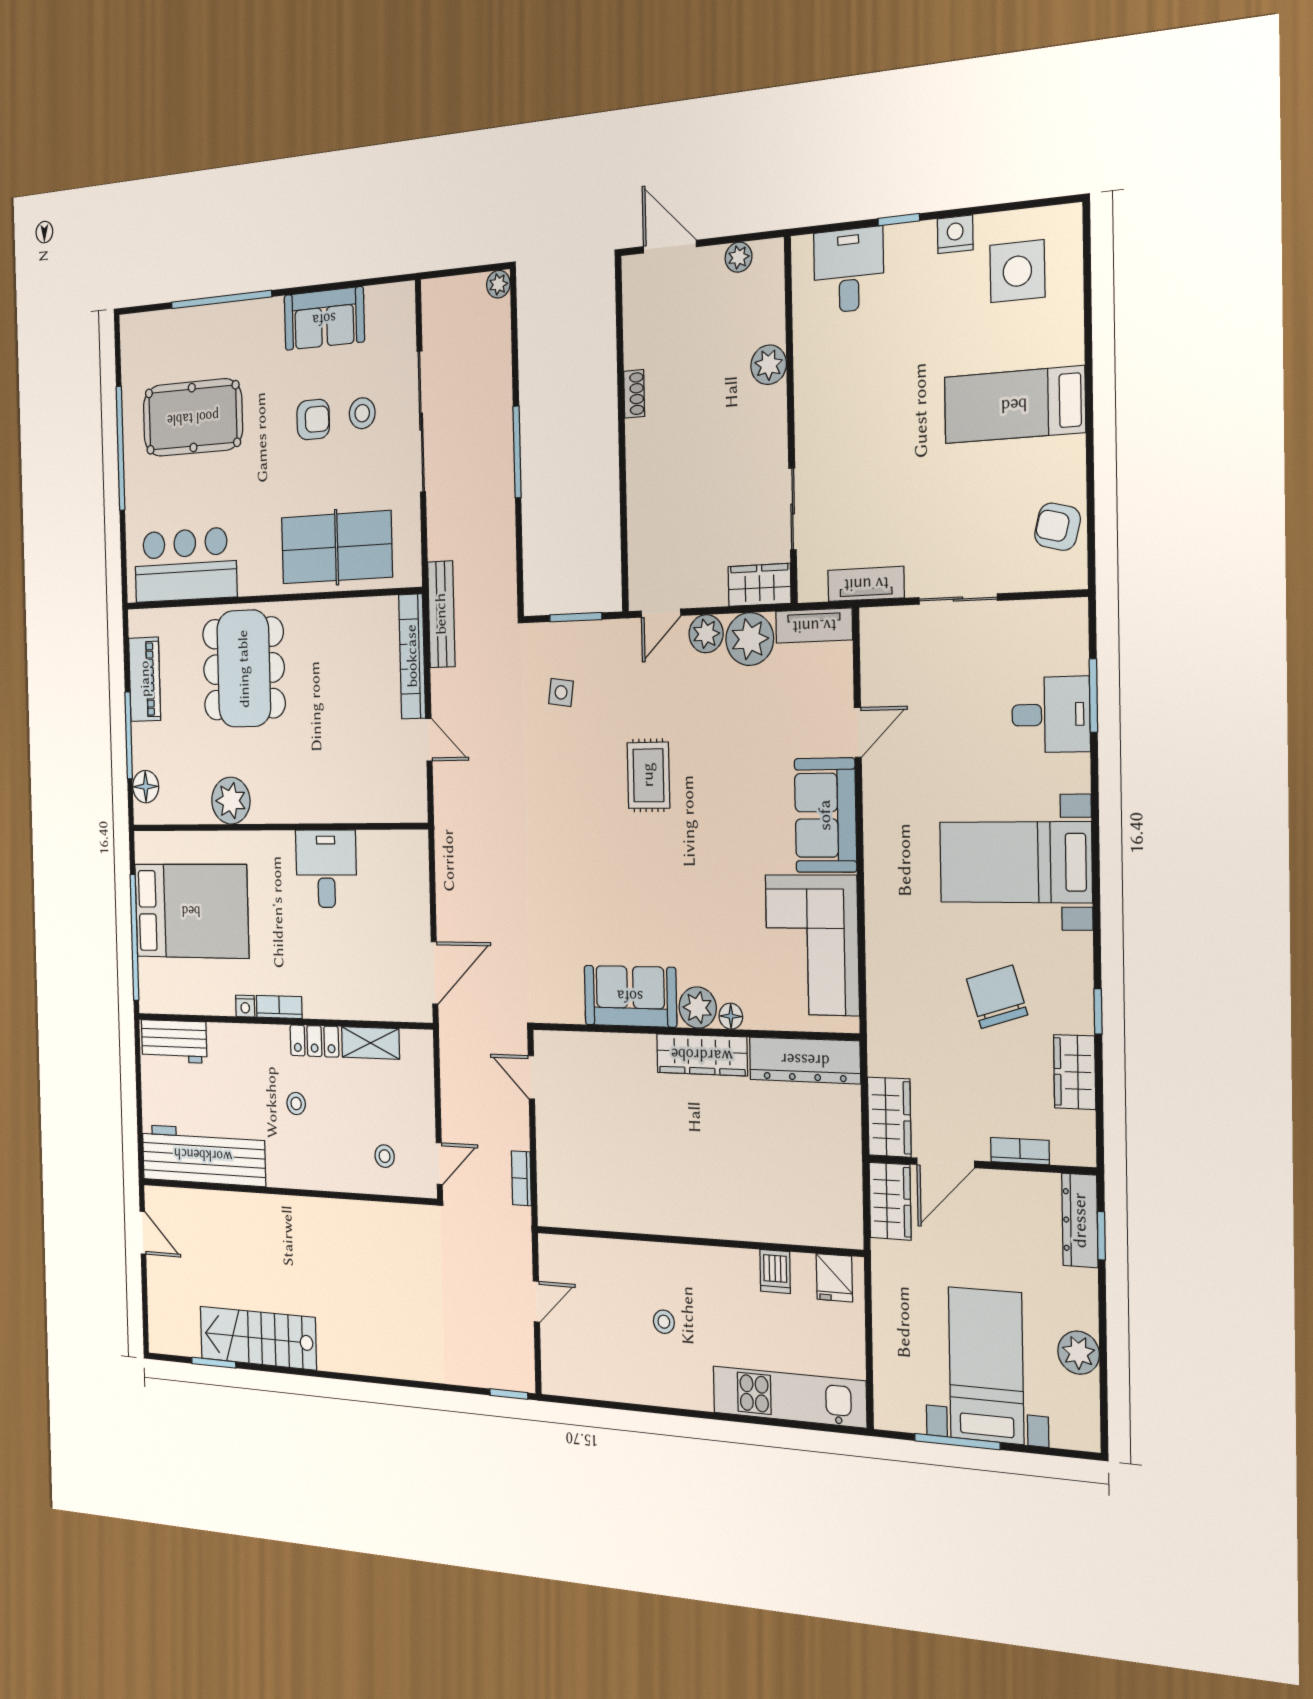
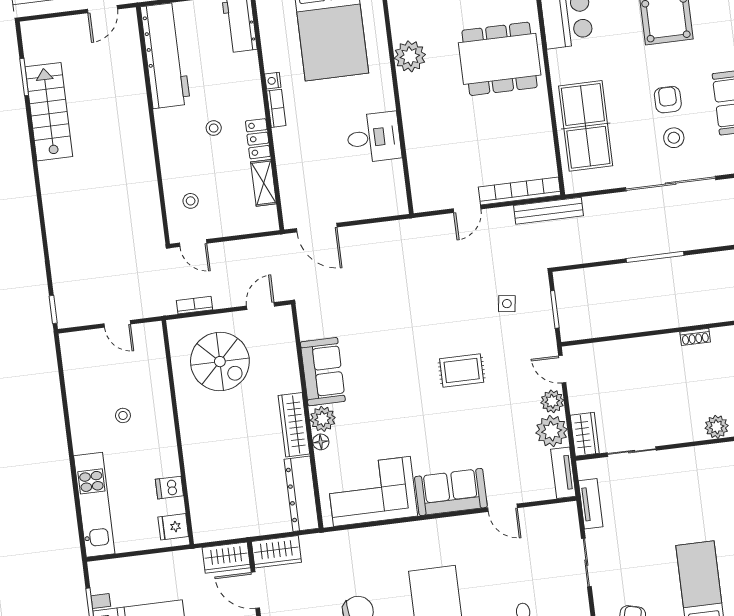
armchair: (313, 420) -> (668, 100), turned 180
spiral stairs: (602, 1155) -> (220, 362), added

